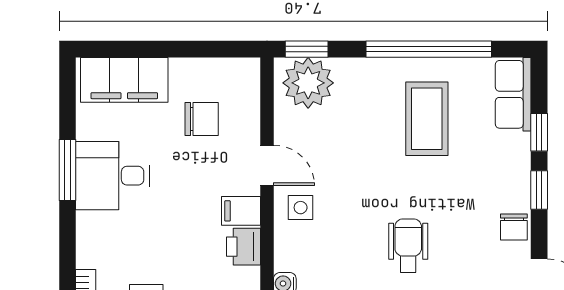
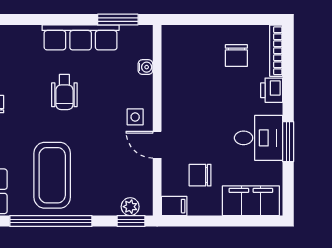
plant: (308, 83) -> (130, 207), width x0.53, depth x0.53
coffee table: (427, 119) -> (52, 175), width x1.36, depth x1.32
filing cabinet: (241, 211) -> (174, 206), moved
printer: (244, 247) -> (272, 90), moved, turned 180

